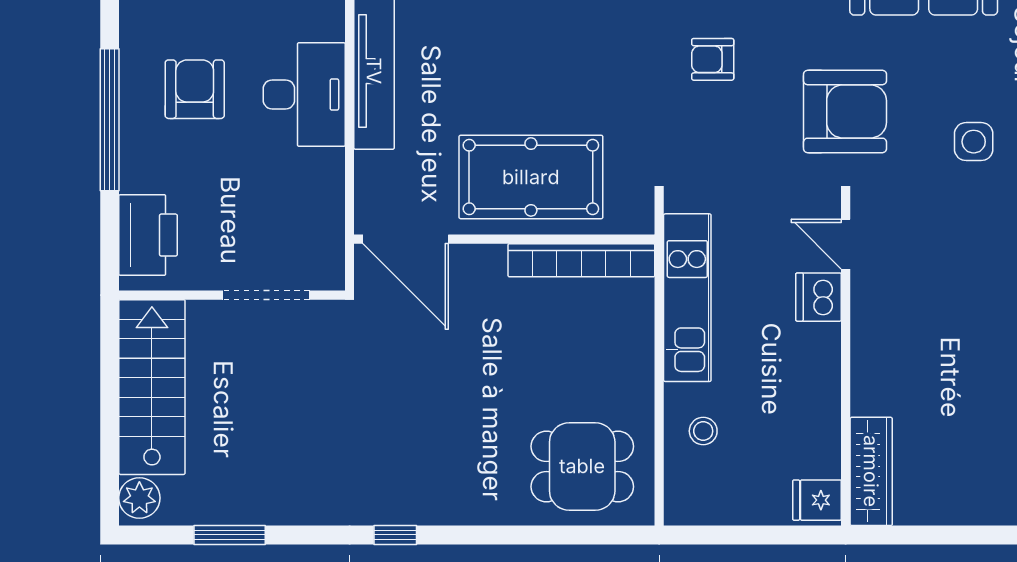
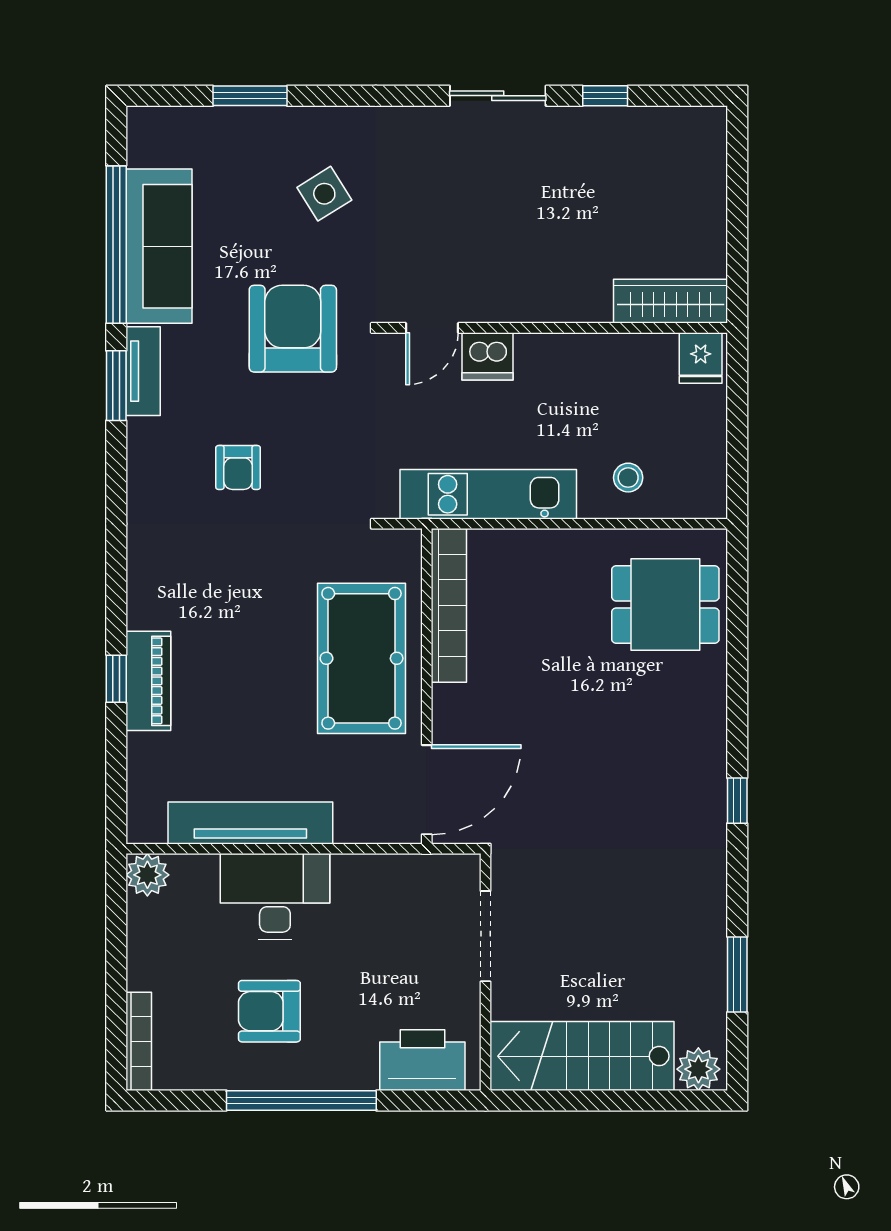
side table: (974, 142) -> (324, 194), turned -32
dining table: (582, 466) -> (665, 604), turned 90

